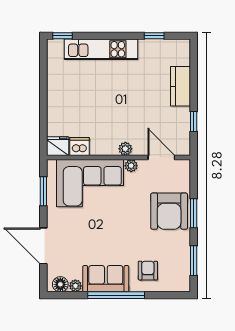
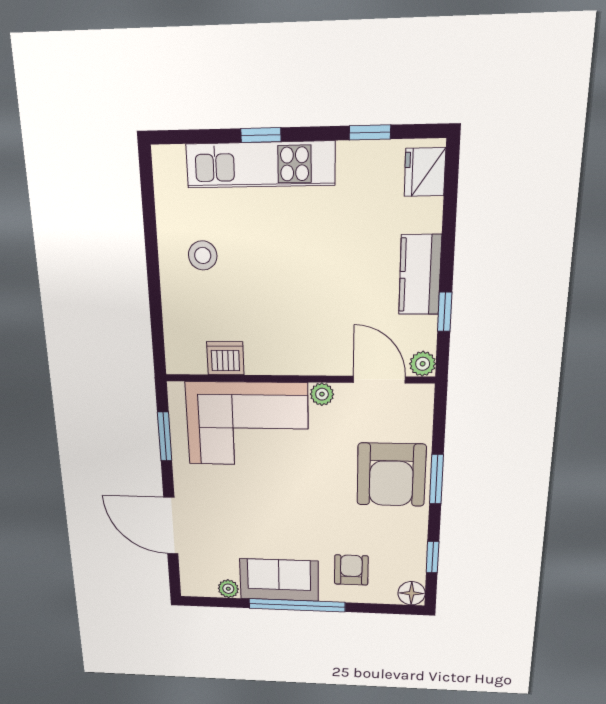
window: (63, 36) -> (261, 135), moved
kitchen counter: (181, 86) -> (420, 275), moved
stool: (70, 93) -> (203, 255), added
fridge: (58, 146) -> (425, 172), moved, turned -90
plant: (125, 149) -> (423, 364), moved
window: (194, 261) -> (433, 557), width x0.67
floor lamp: (60, 284) -> (412, 593), moved

